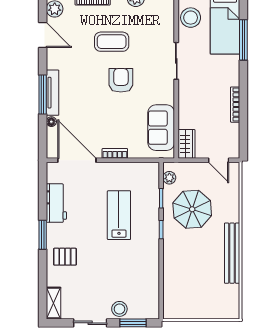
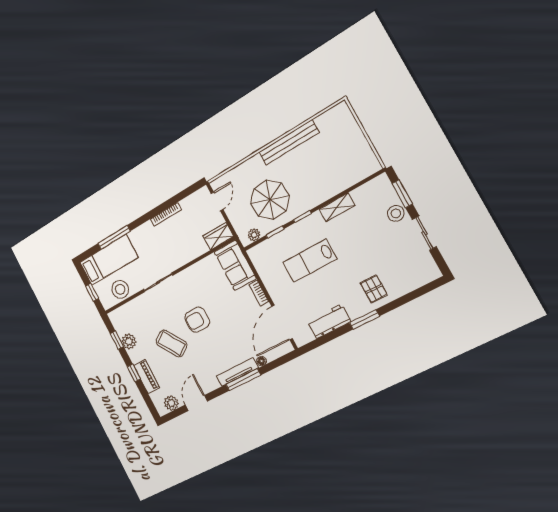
coffee table: (112, 42) -> (171, 343), turned -34
sofa: (161, 128) -> (235, 265), moved, turned 90
shelving: (54, 303) -> (337, 207), moved

